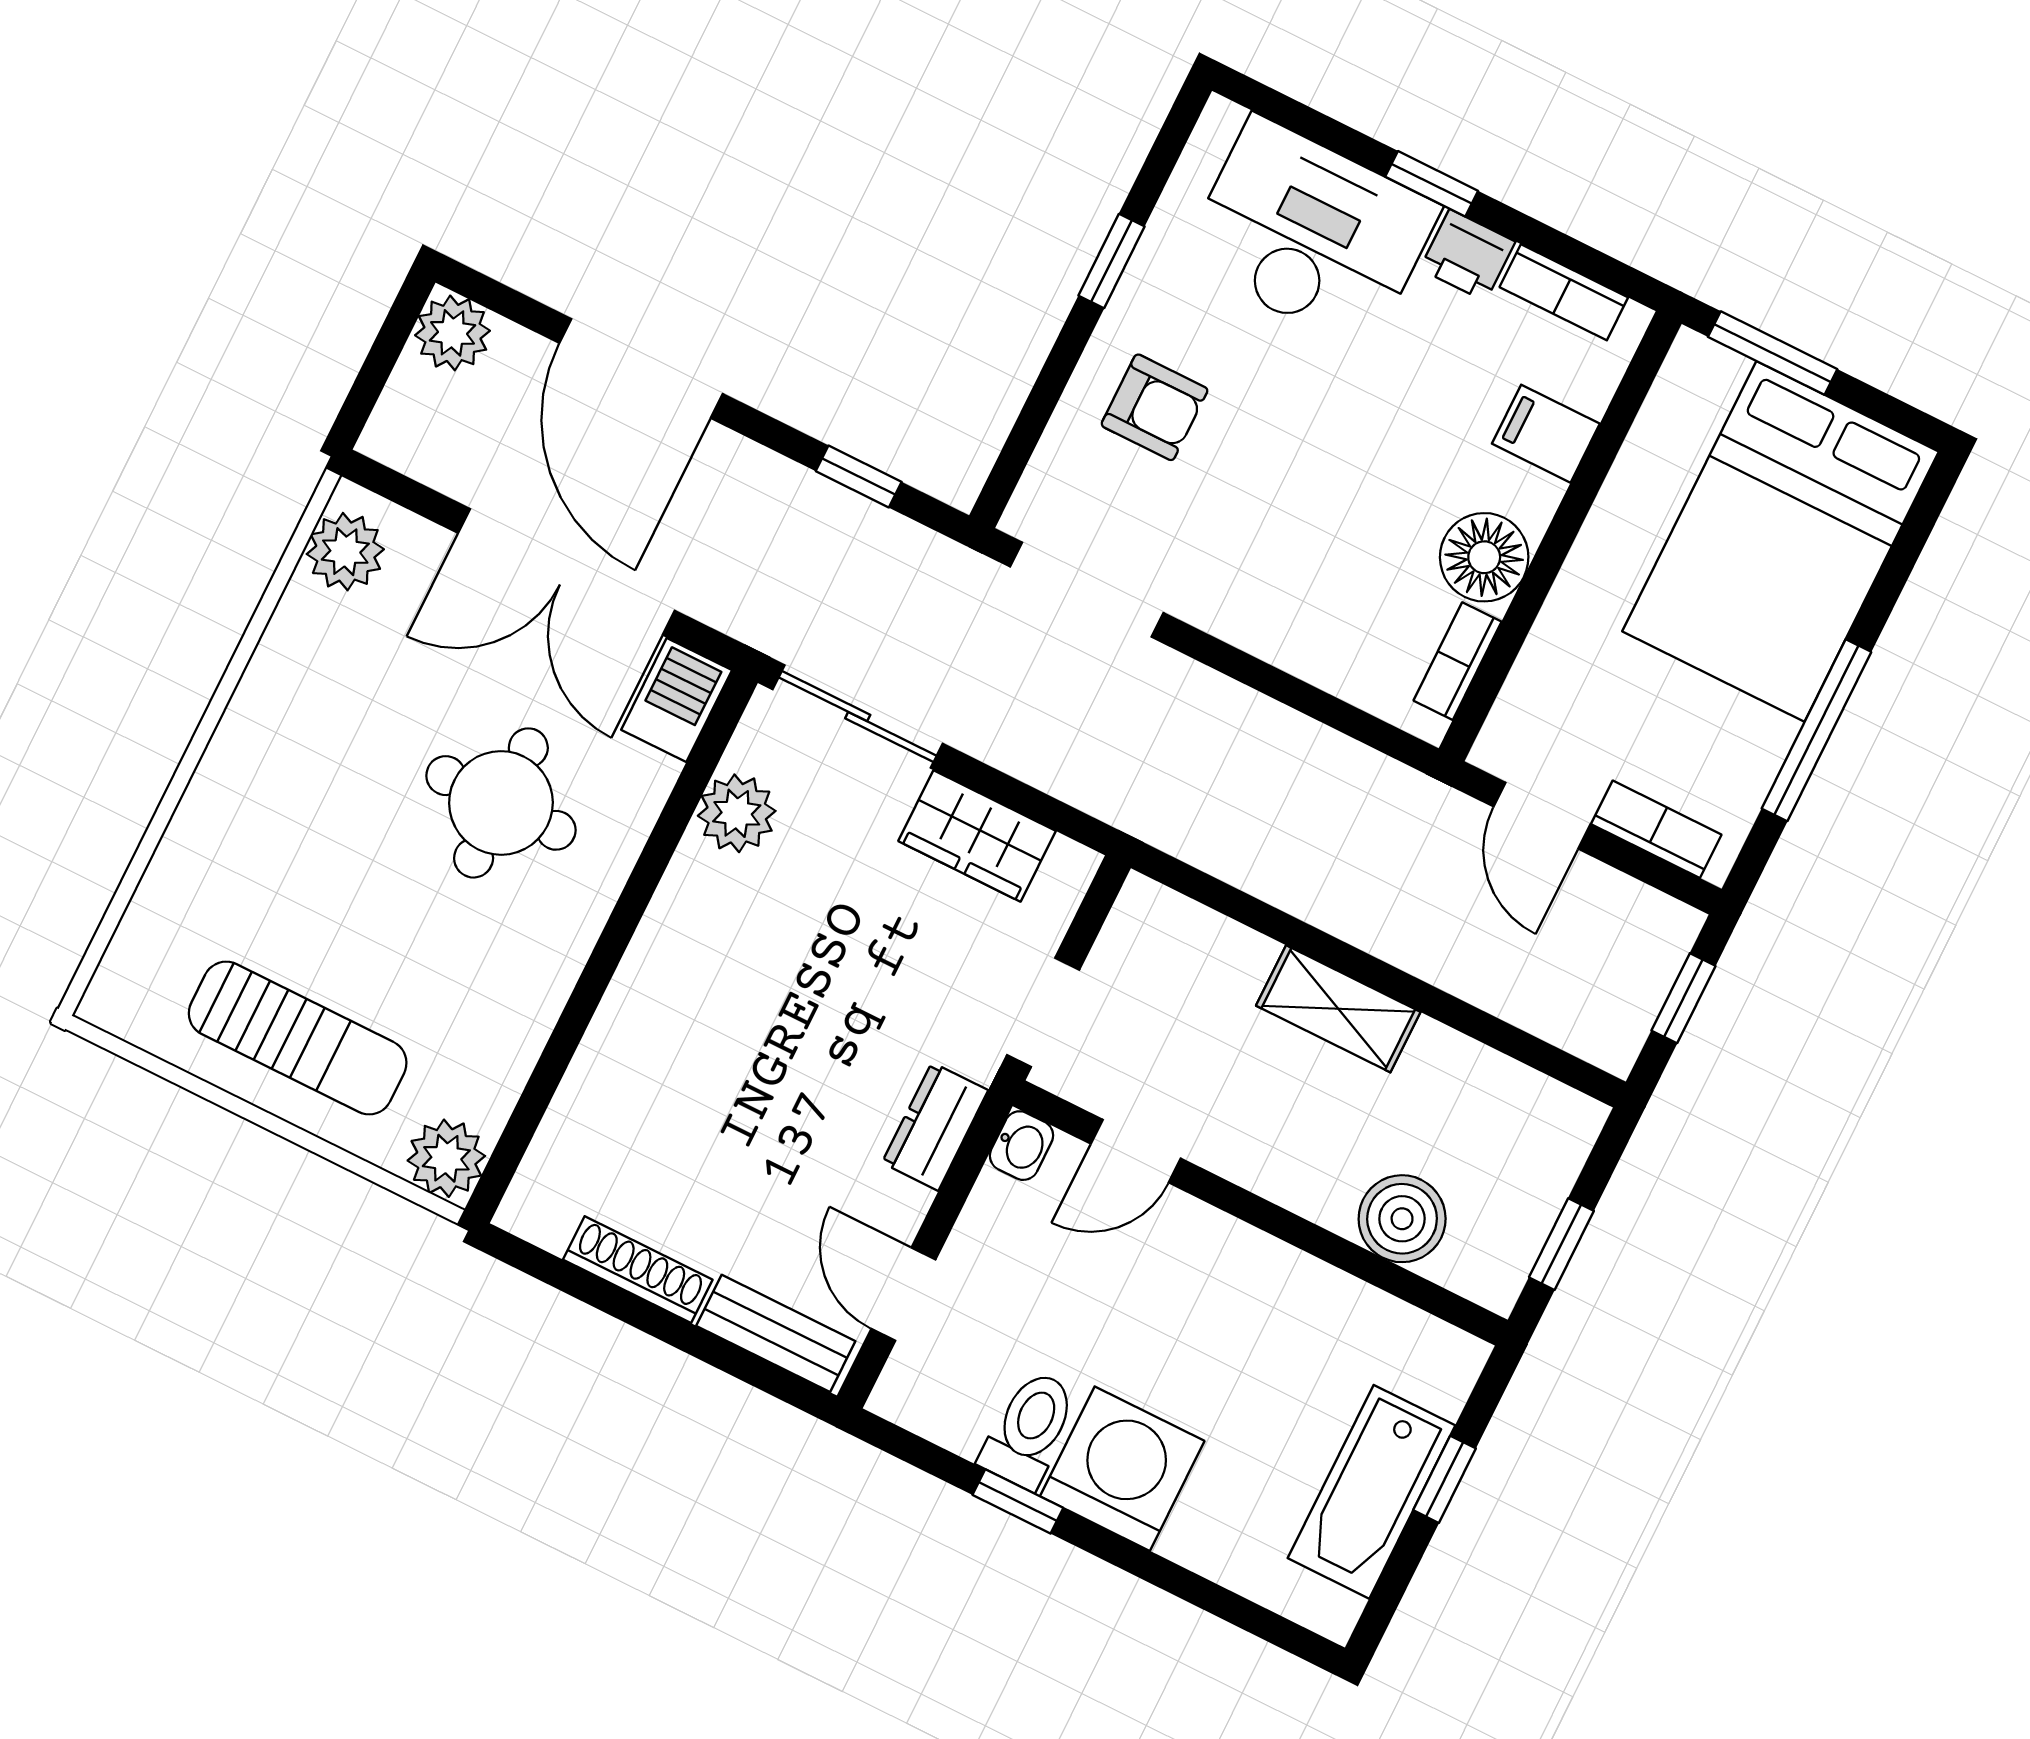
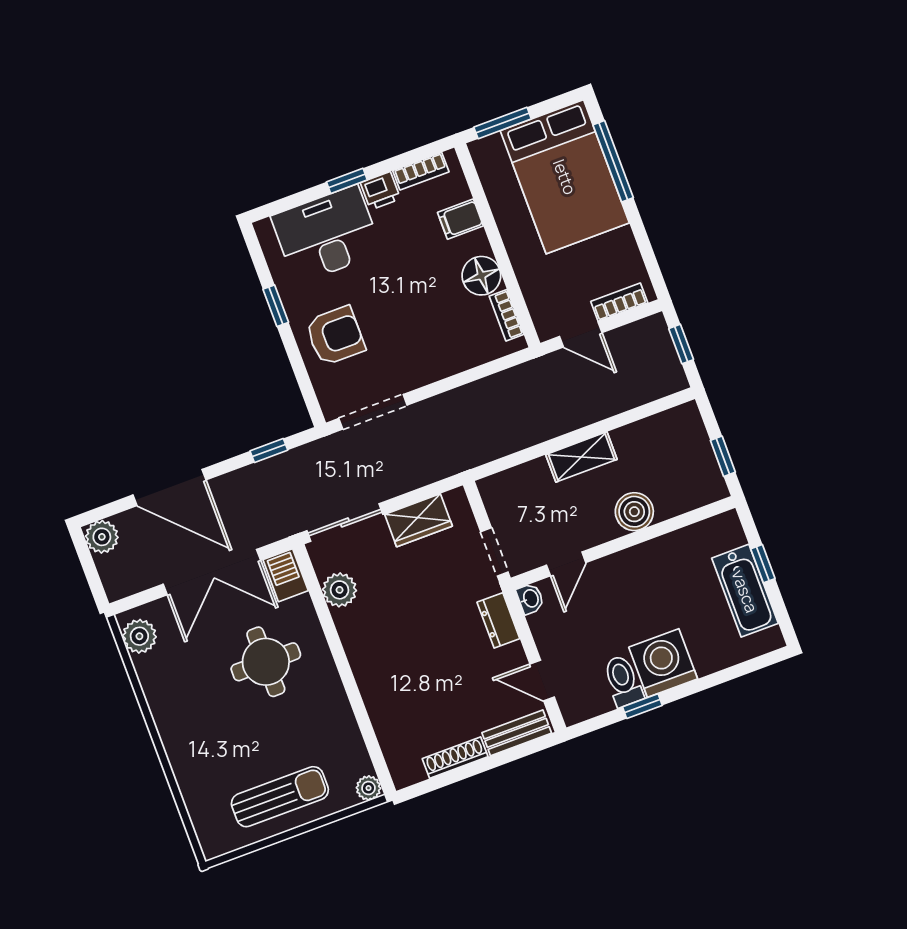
armchair: (1155, 407) -> (335, 336), width x1.38, depth x1.38
window: (1816, 730) -> (613, 161), moved
plant: (446, 1158) -> (368, 788), width x0.73, depth x0.73
boiler: (1402, 1219) -> (634, 512), moved

